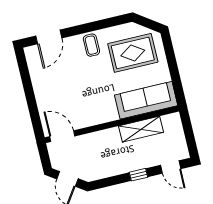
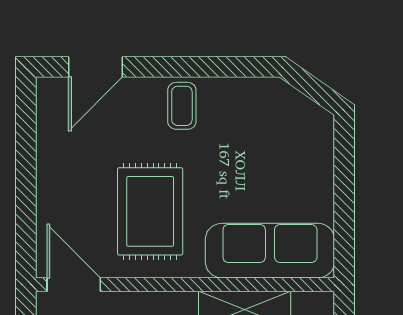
rug: (133, 53) -> (150, 211), moved, turned 90

